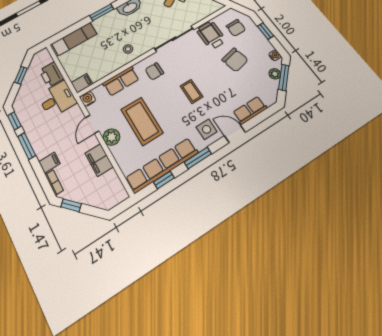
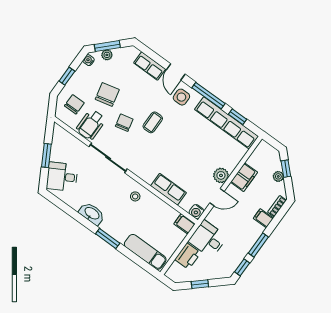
chair: (154, 71) -> (124, 123), moved, turned -103
coffee table: (142, 121) -> (197, 155), removed
window: (198, 158) -> (209, 96), width x1.44
plant: (83, 197) -> (278, 176), added
window: (71, 205) -> (286, 169), moved

